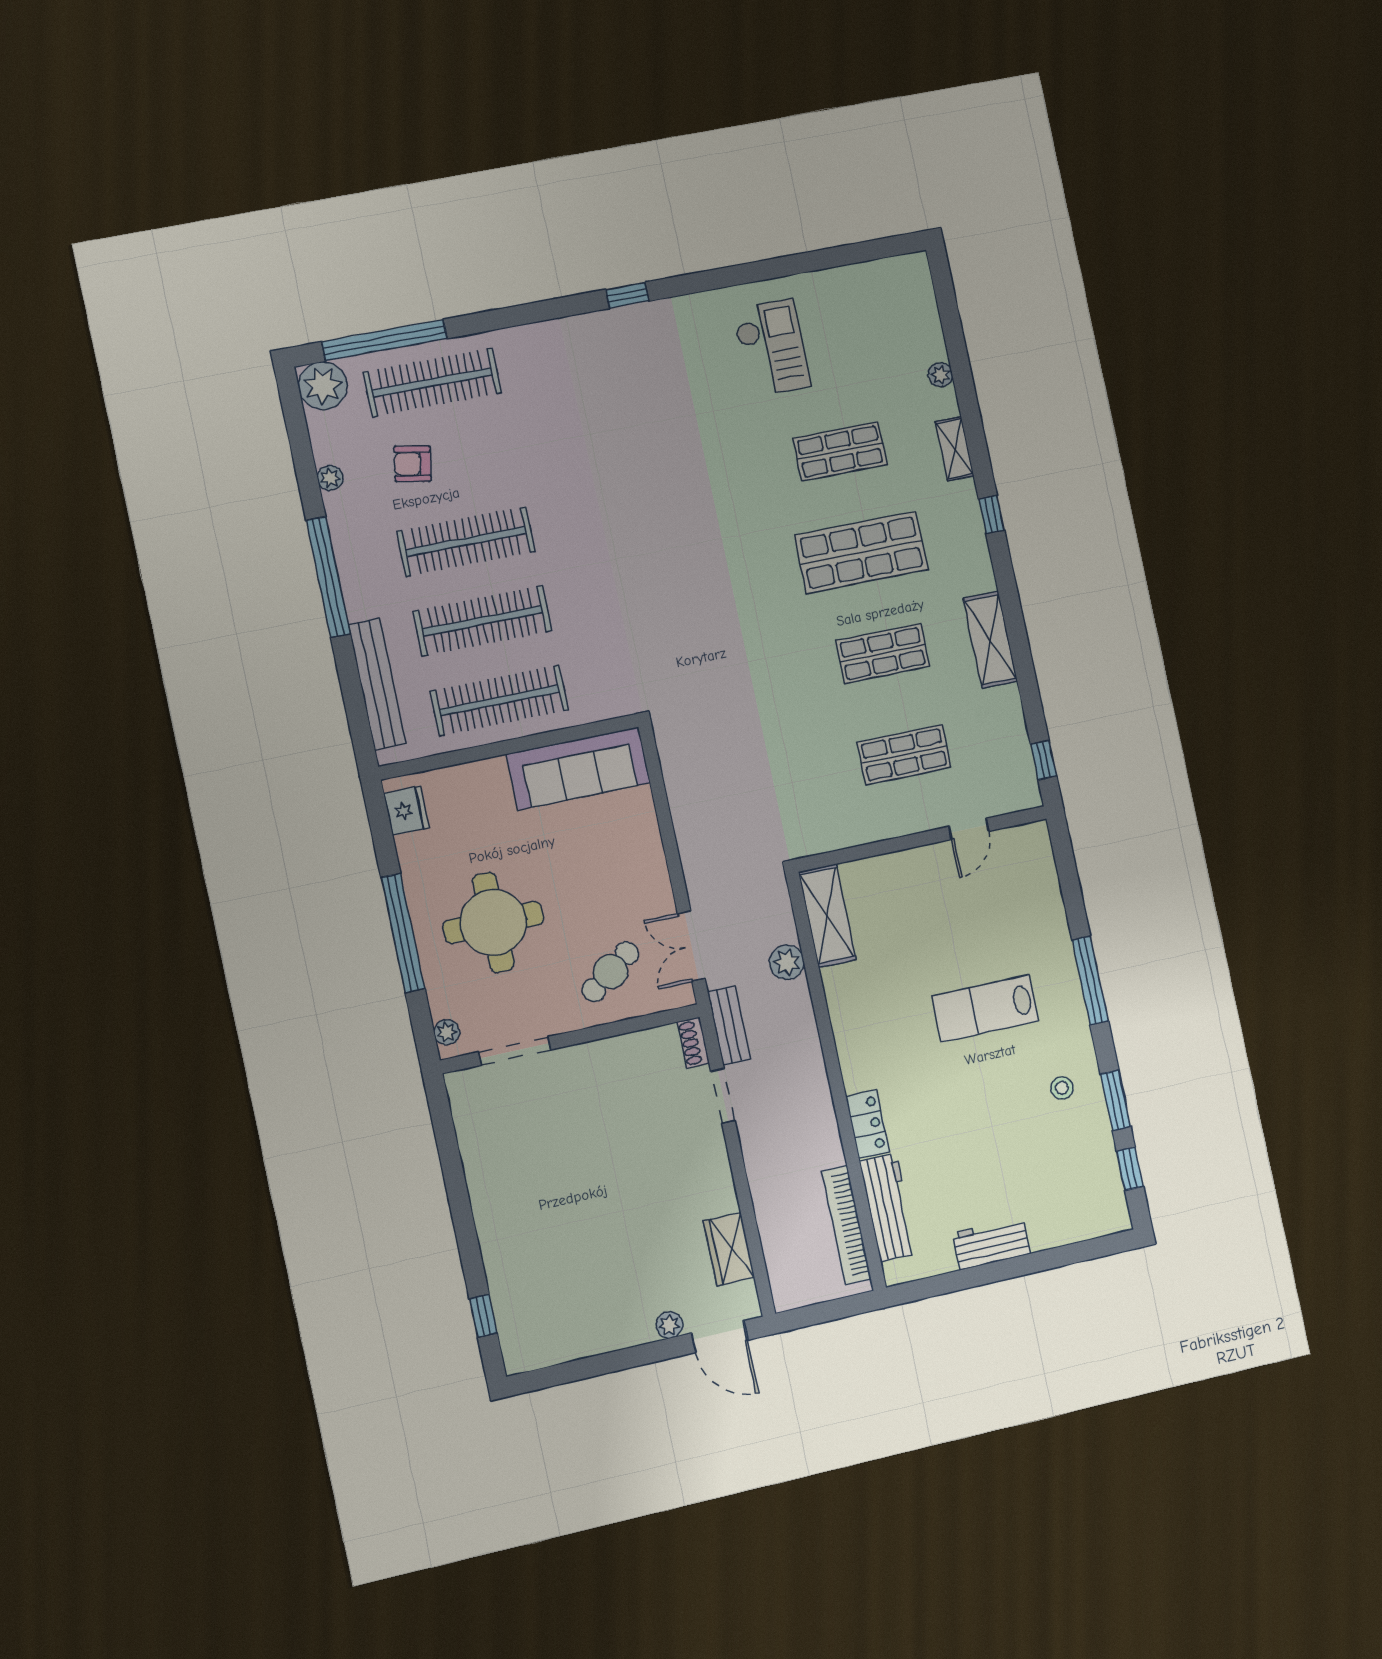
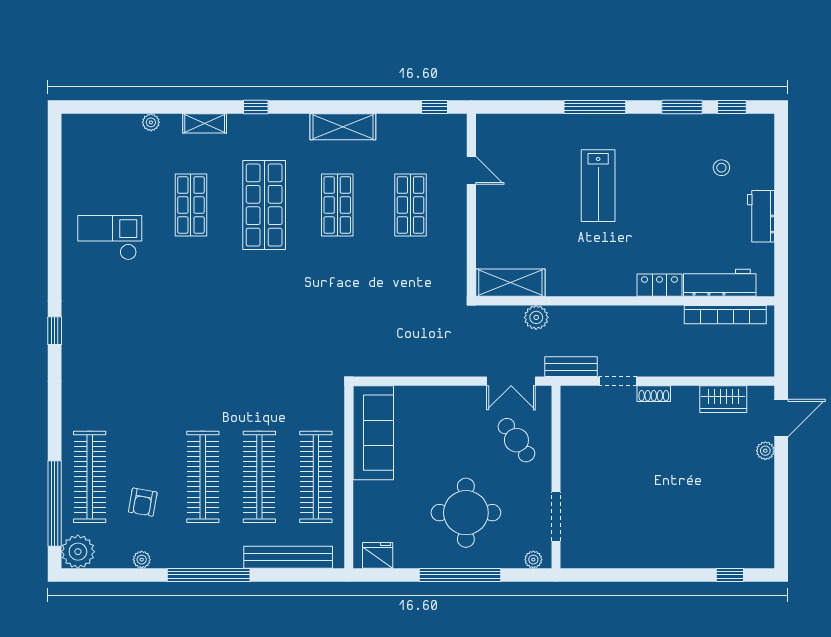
shoe rack: (693, 1043) -> (654, 394), moved
stool: (1062, 1088) -> (721, 168), moved

